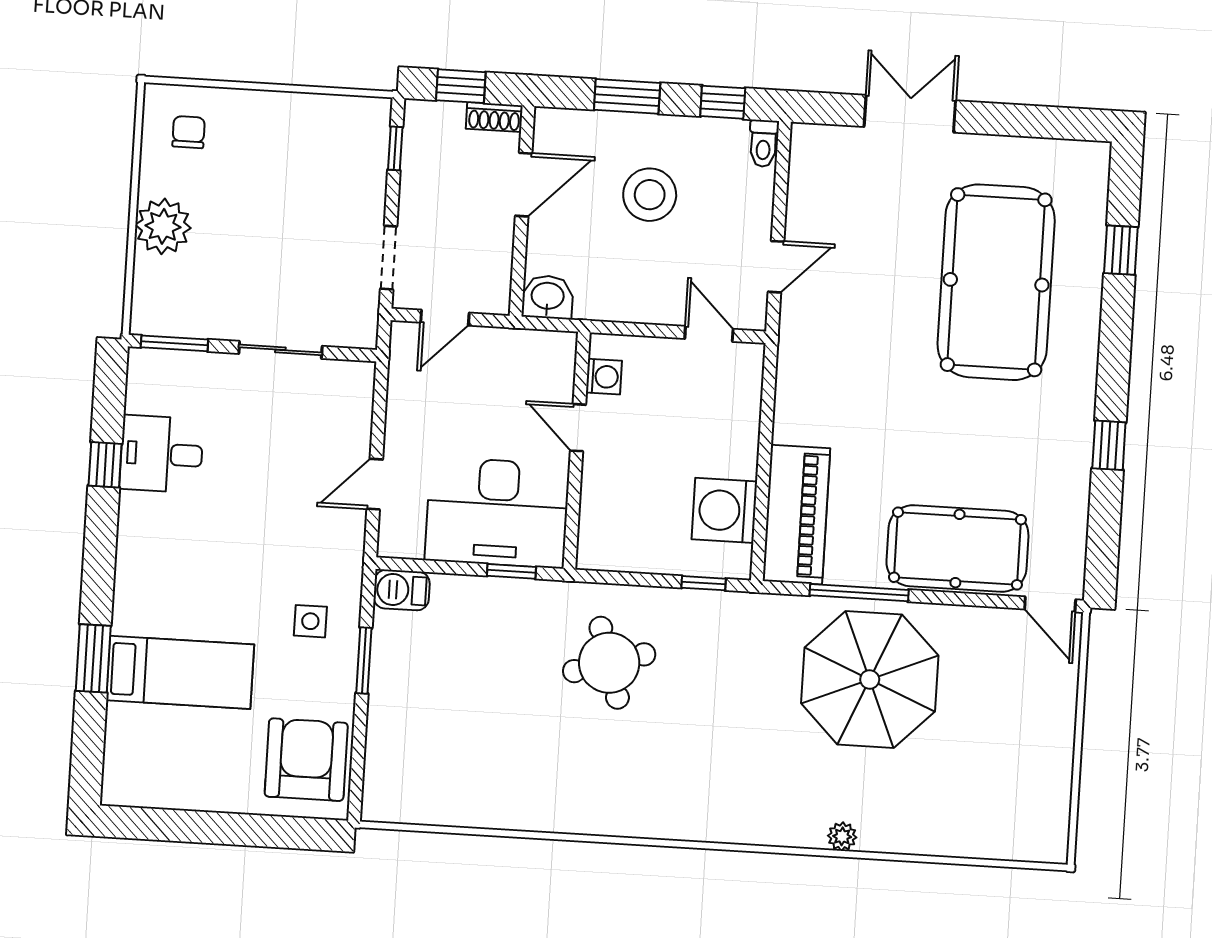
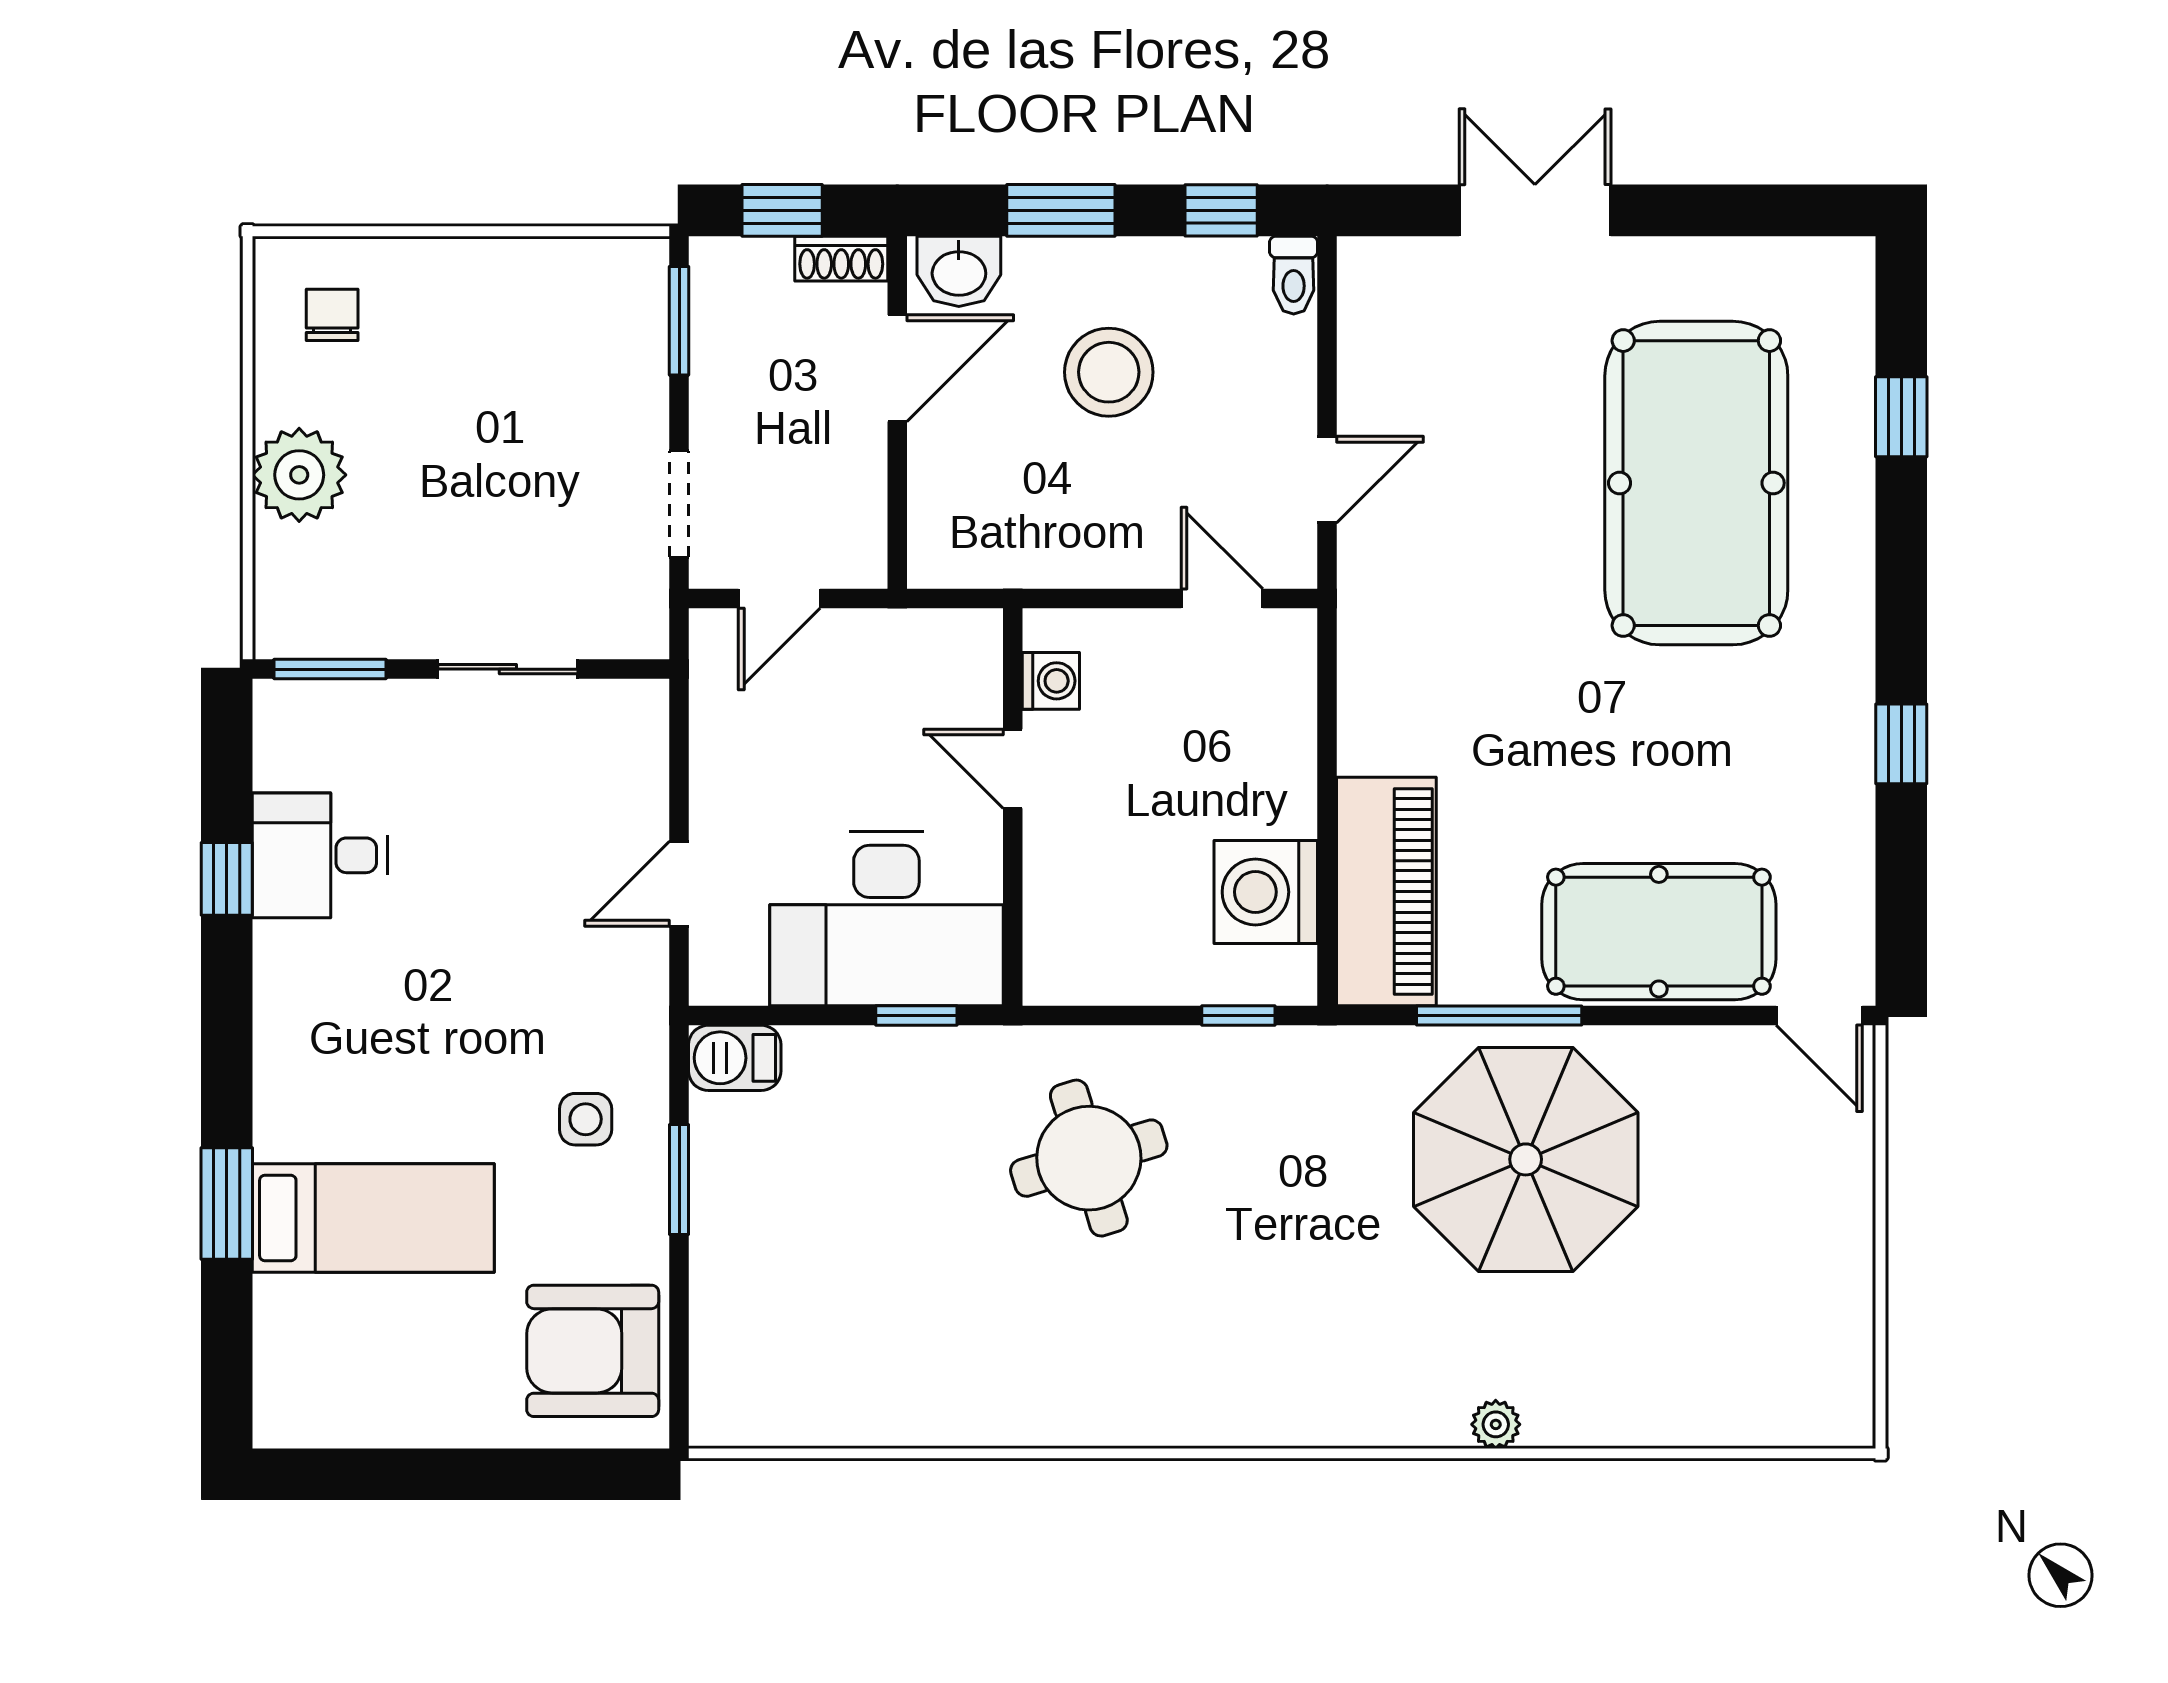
window: (395, 148) -> (679, 321), width x1.50
washbasin: (548, 297) -> (959, 271), moved, turned 180
armchair: (306, 760) -> (593, 1351), turned -90

